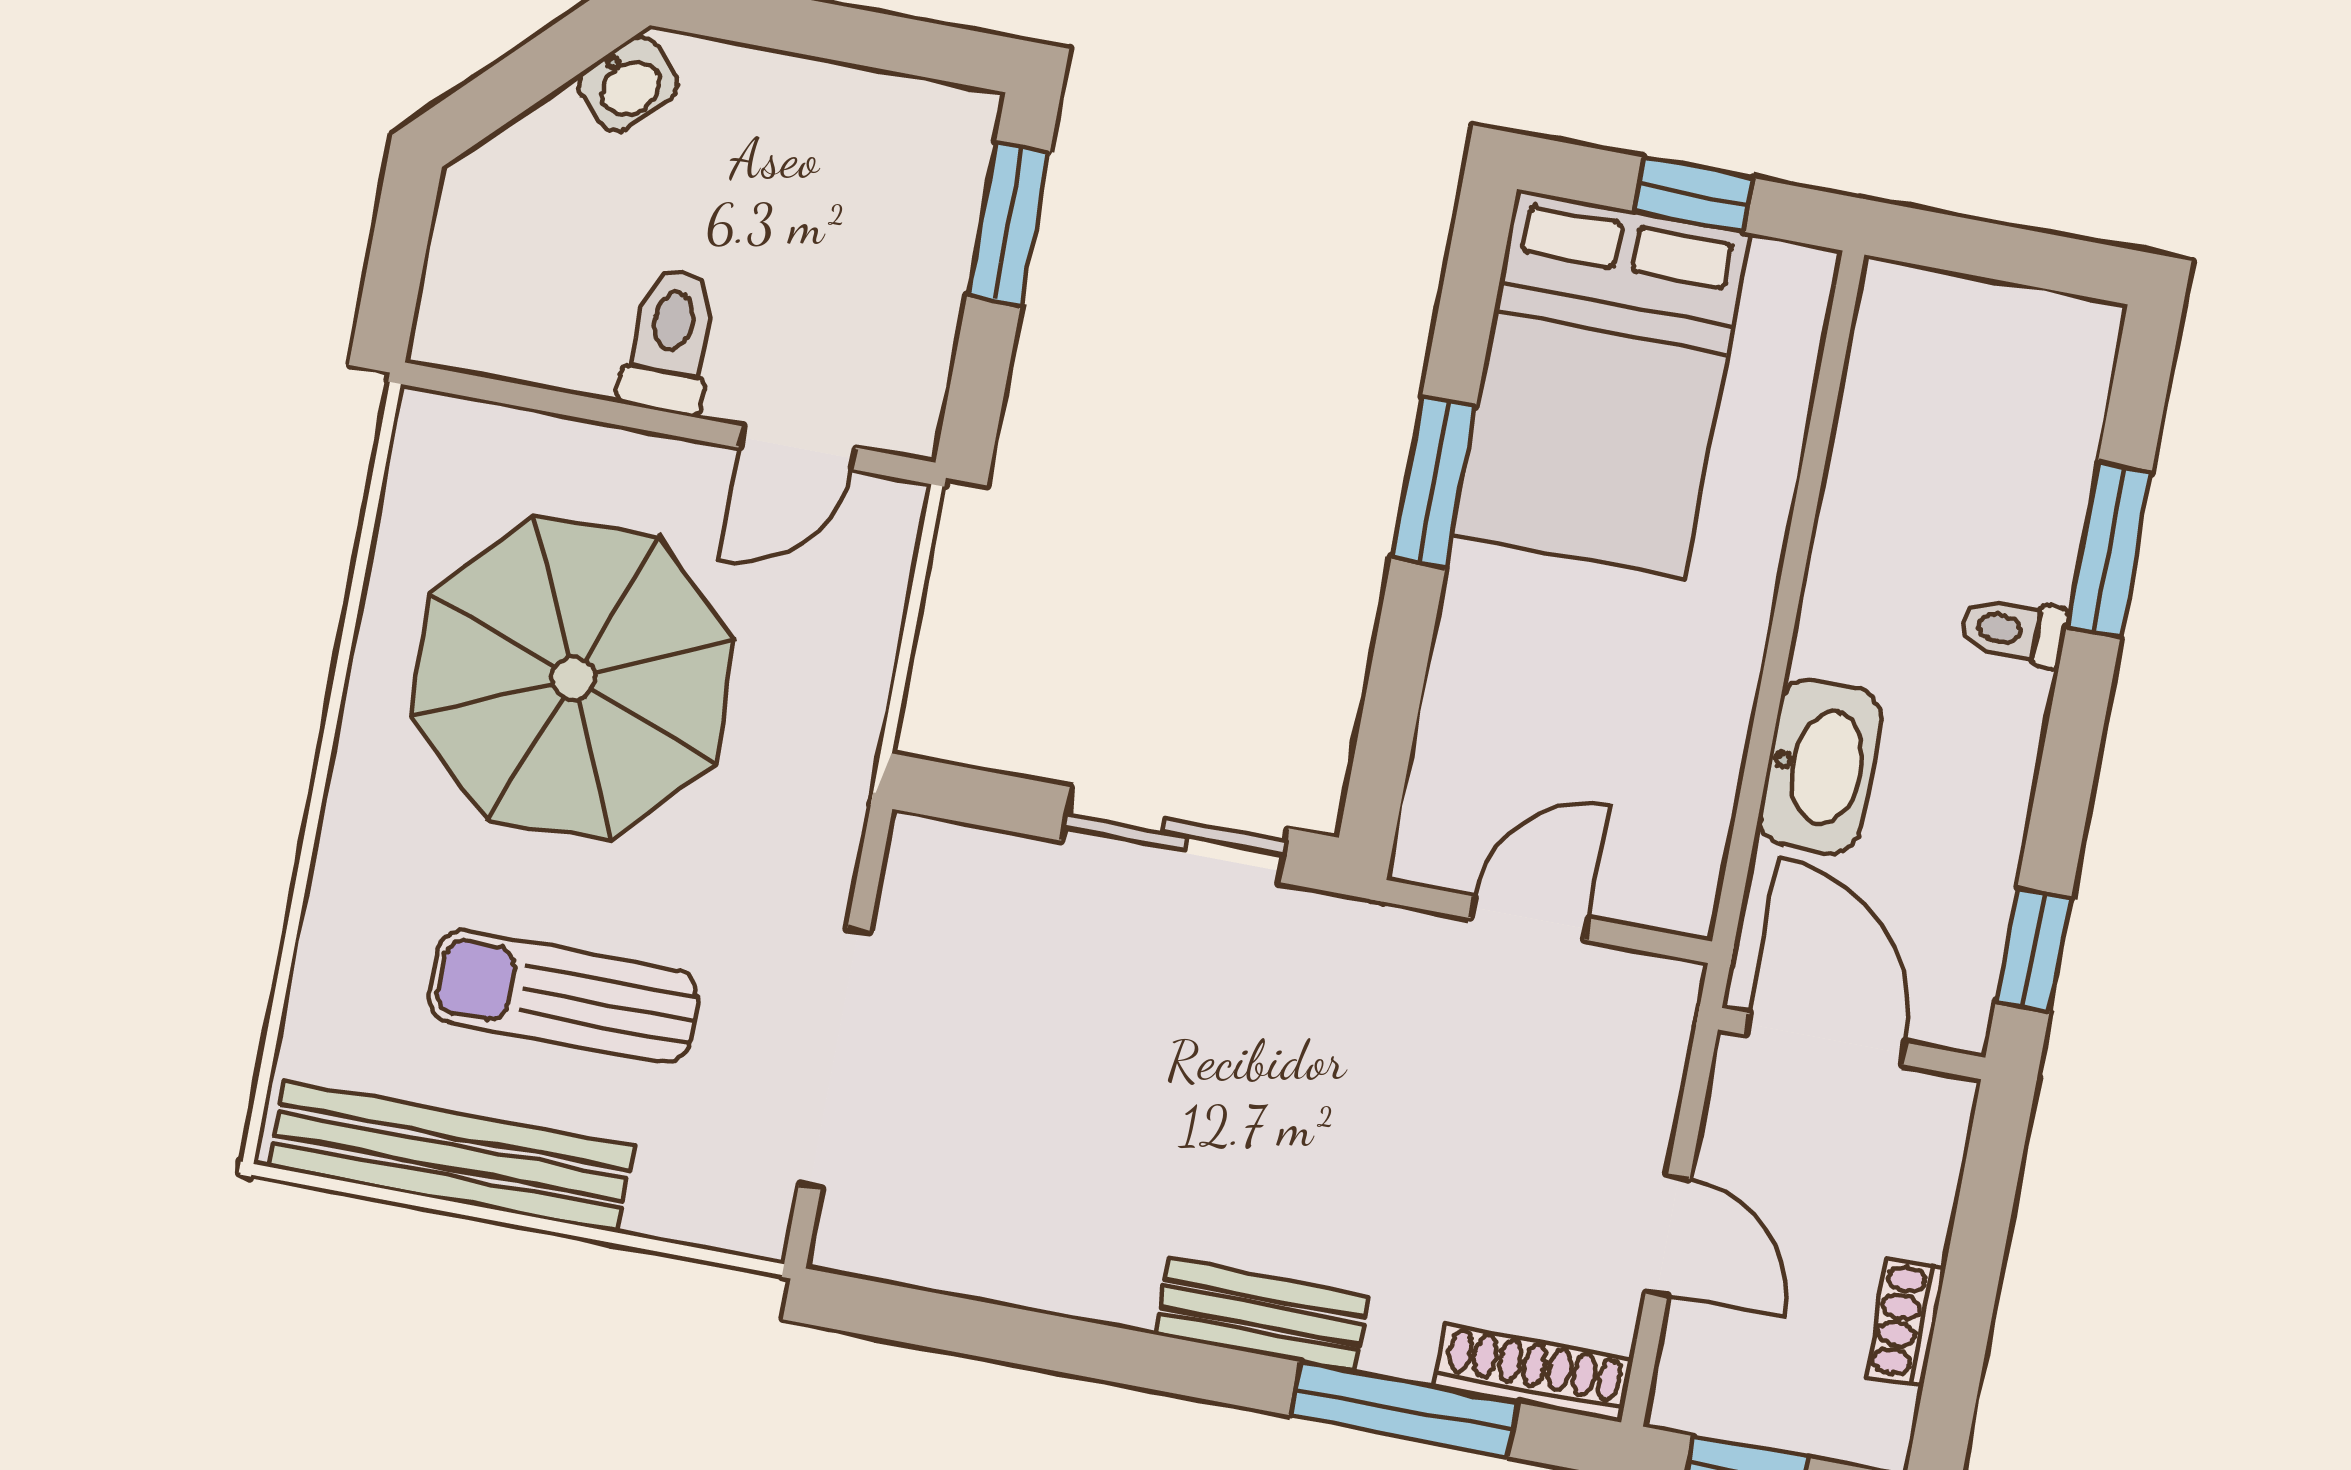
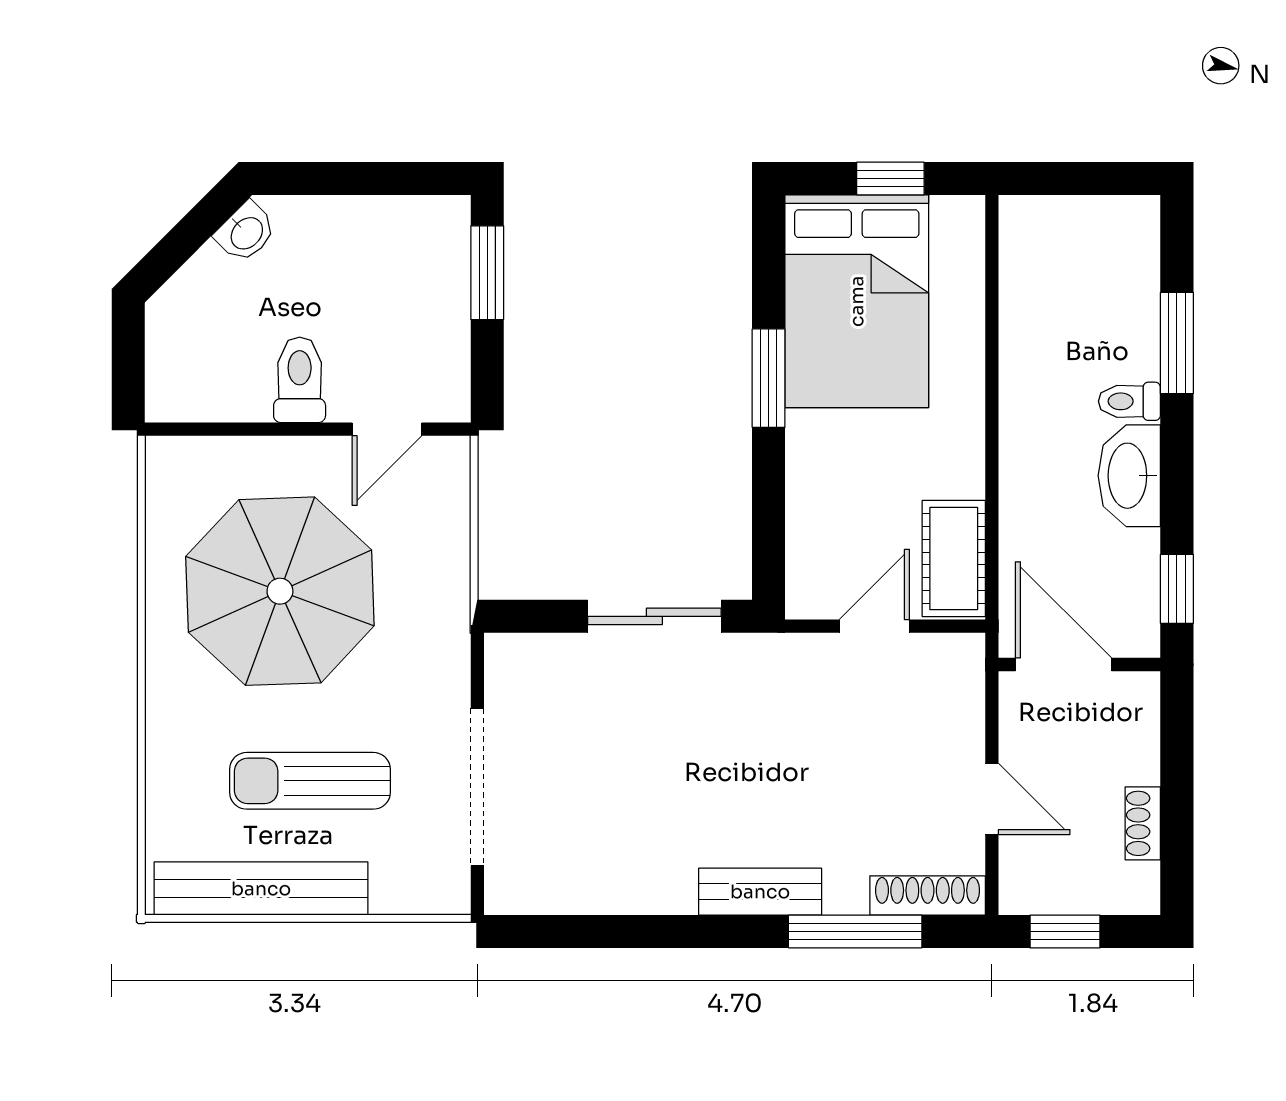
washbasin: (1820, 766) -> (1129, 476), moved, turned 180
cot: (1680, 832) -> (954, 558), added

